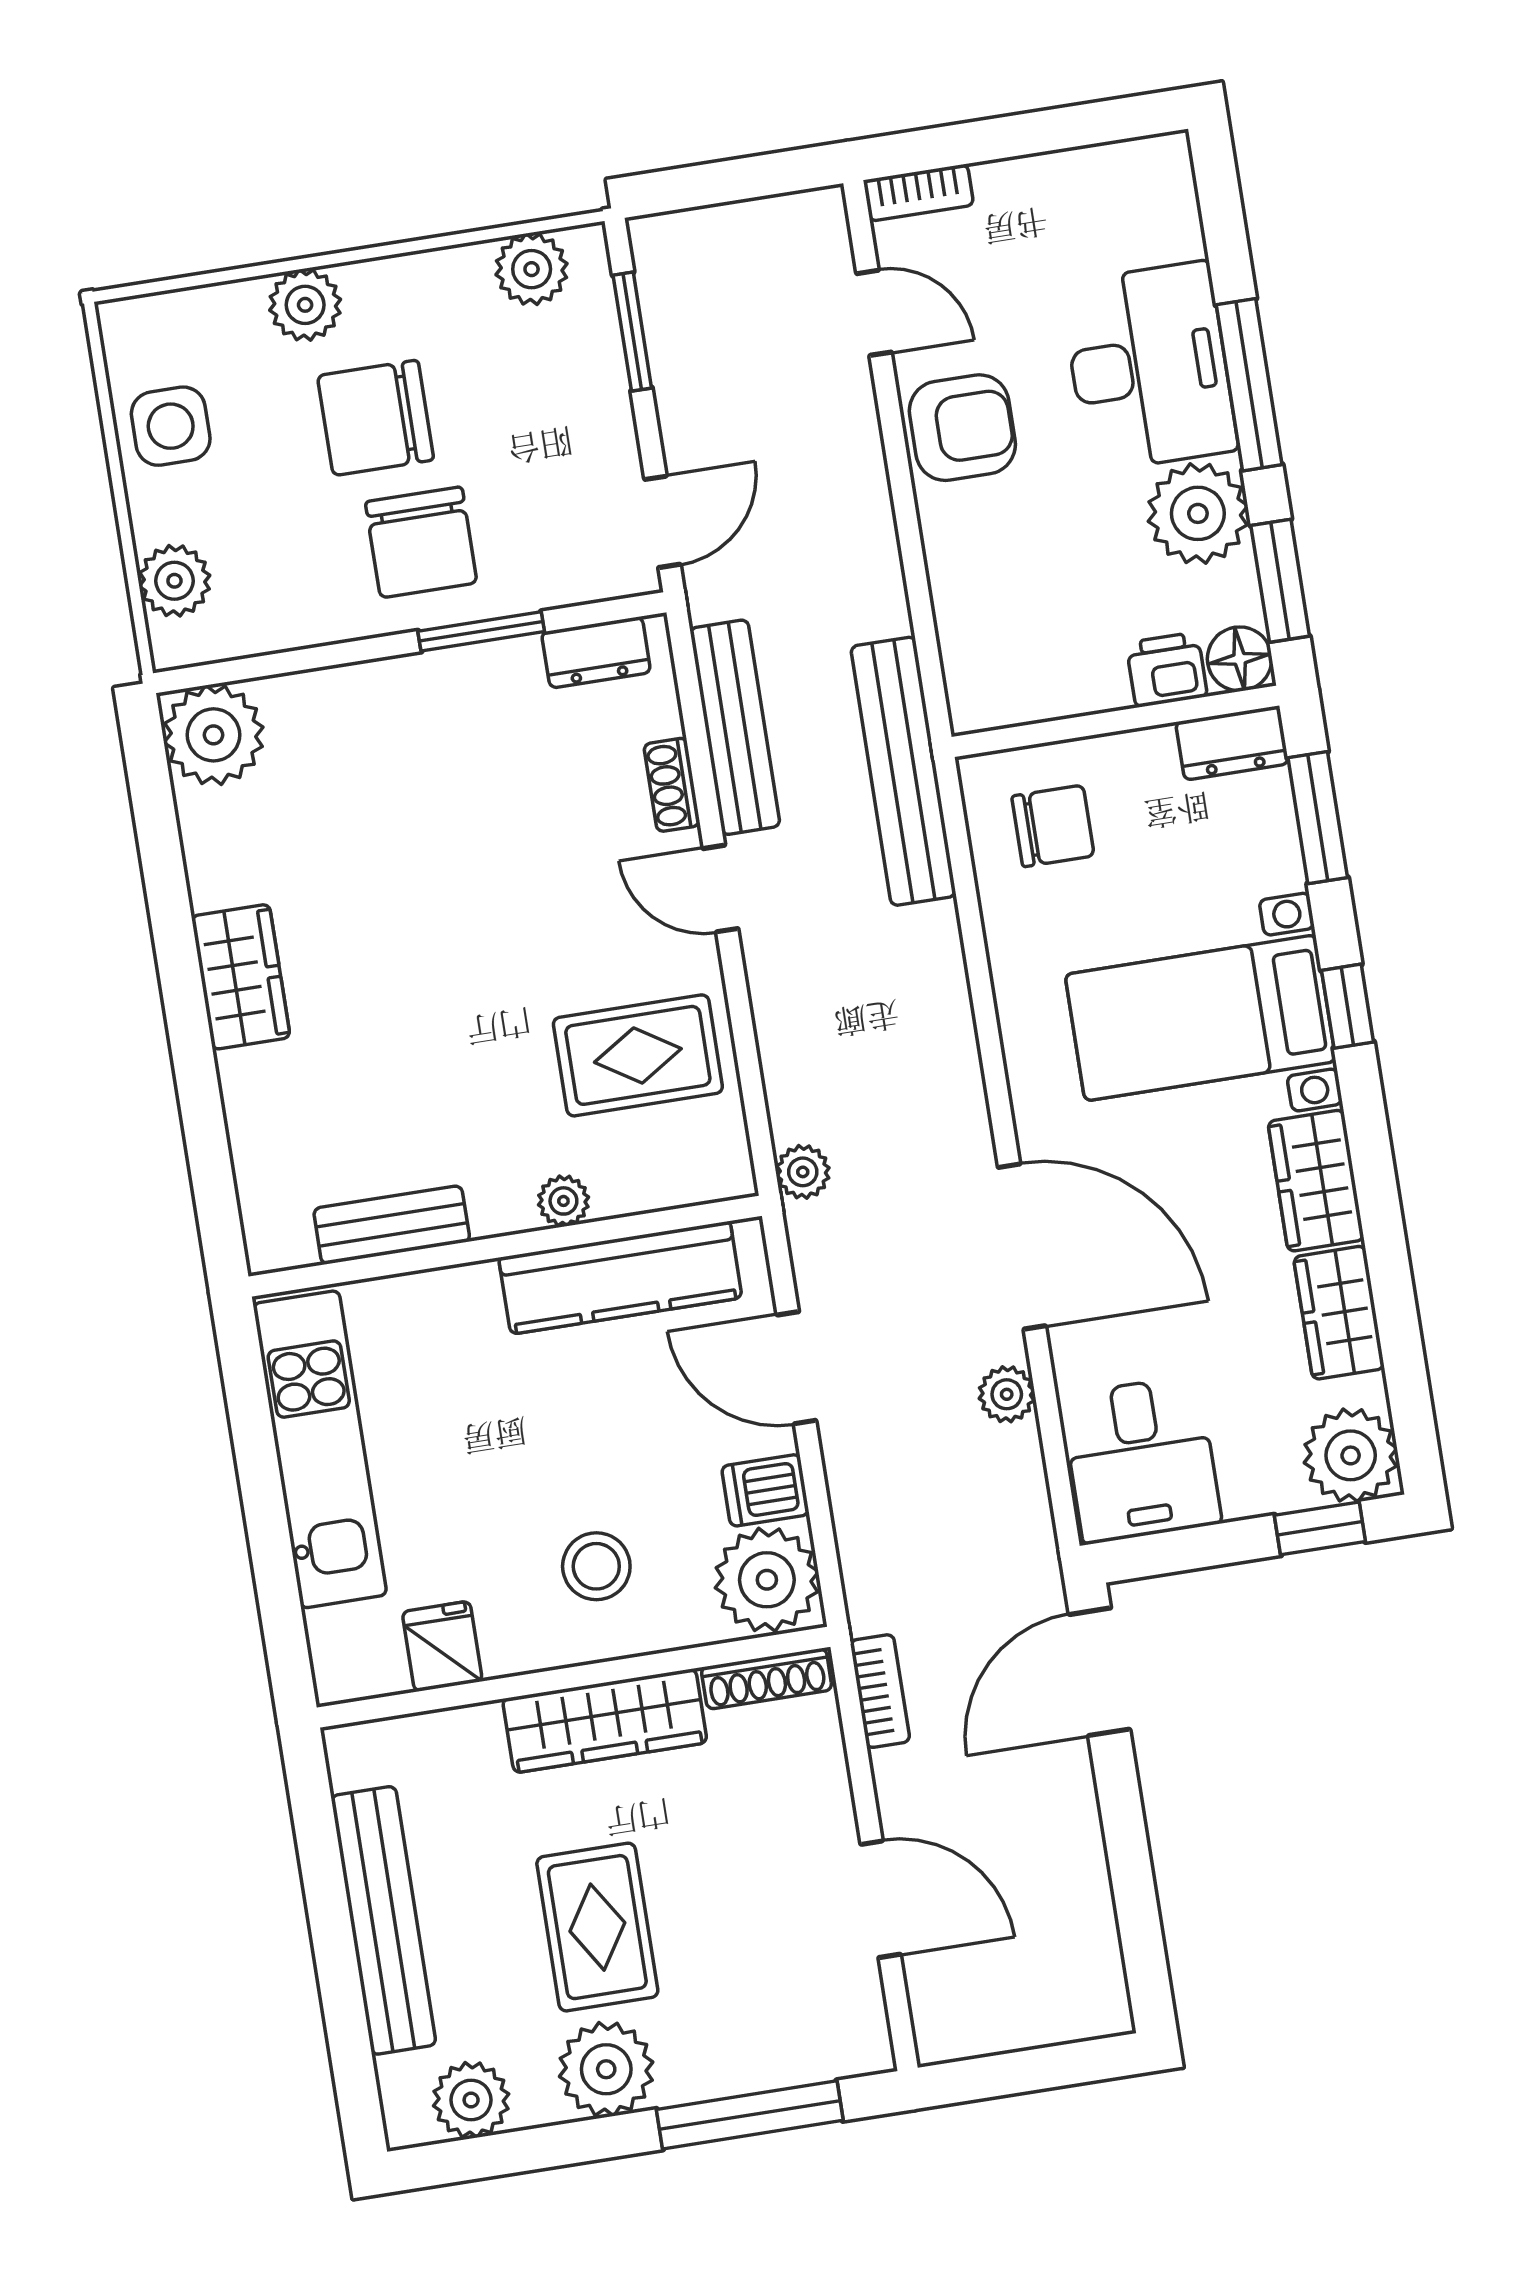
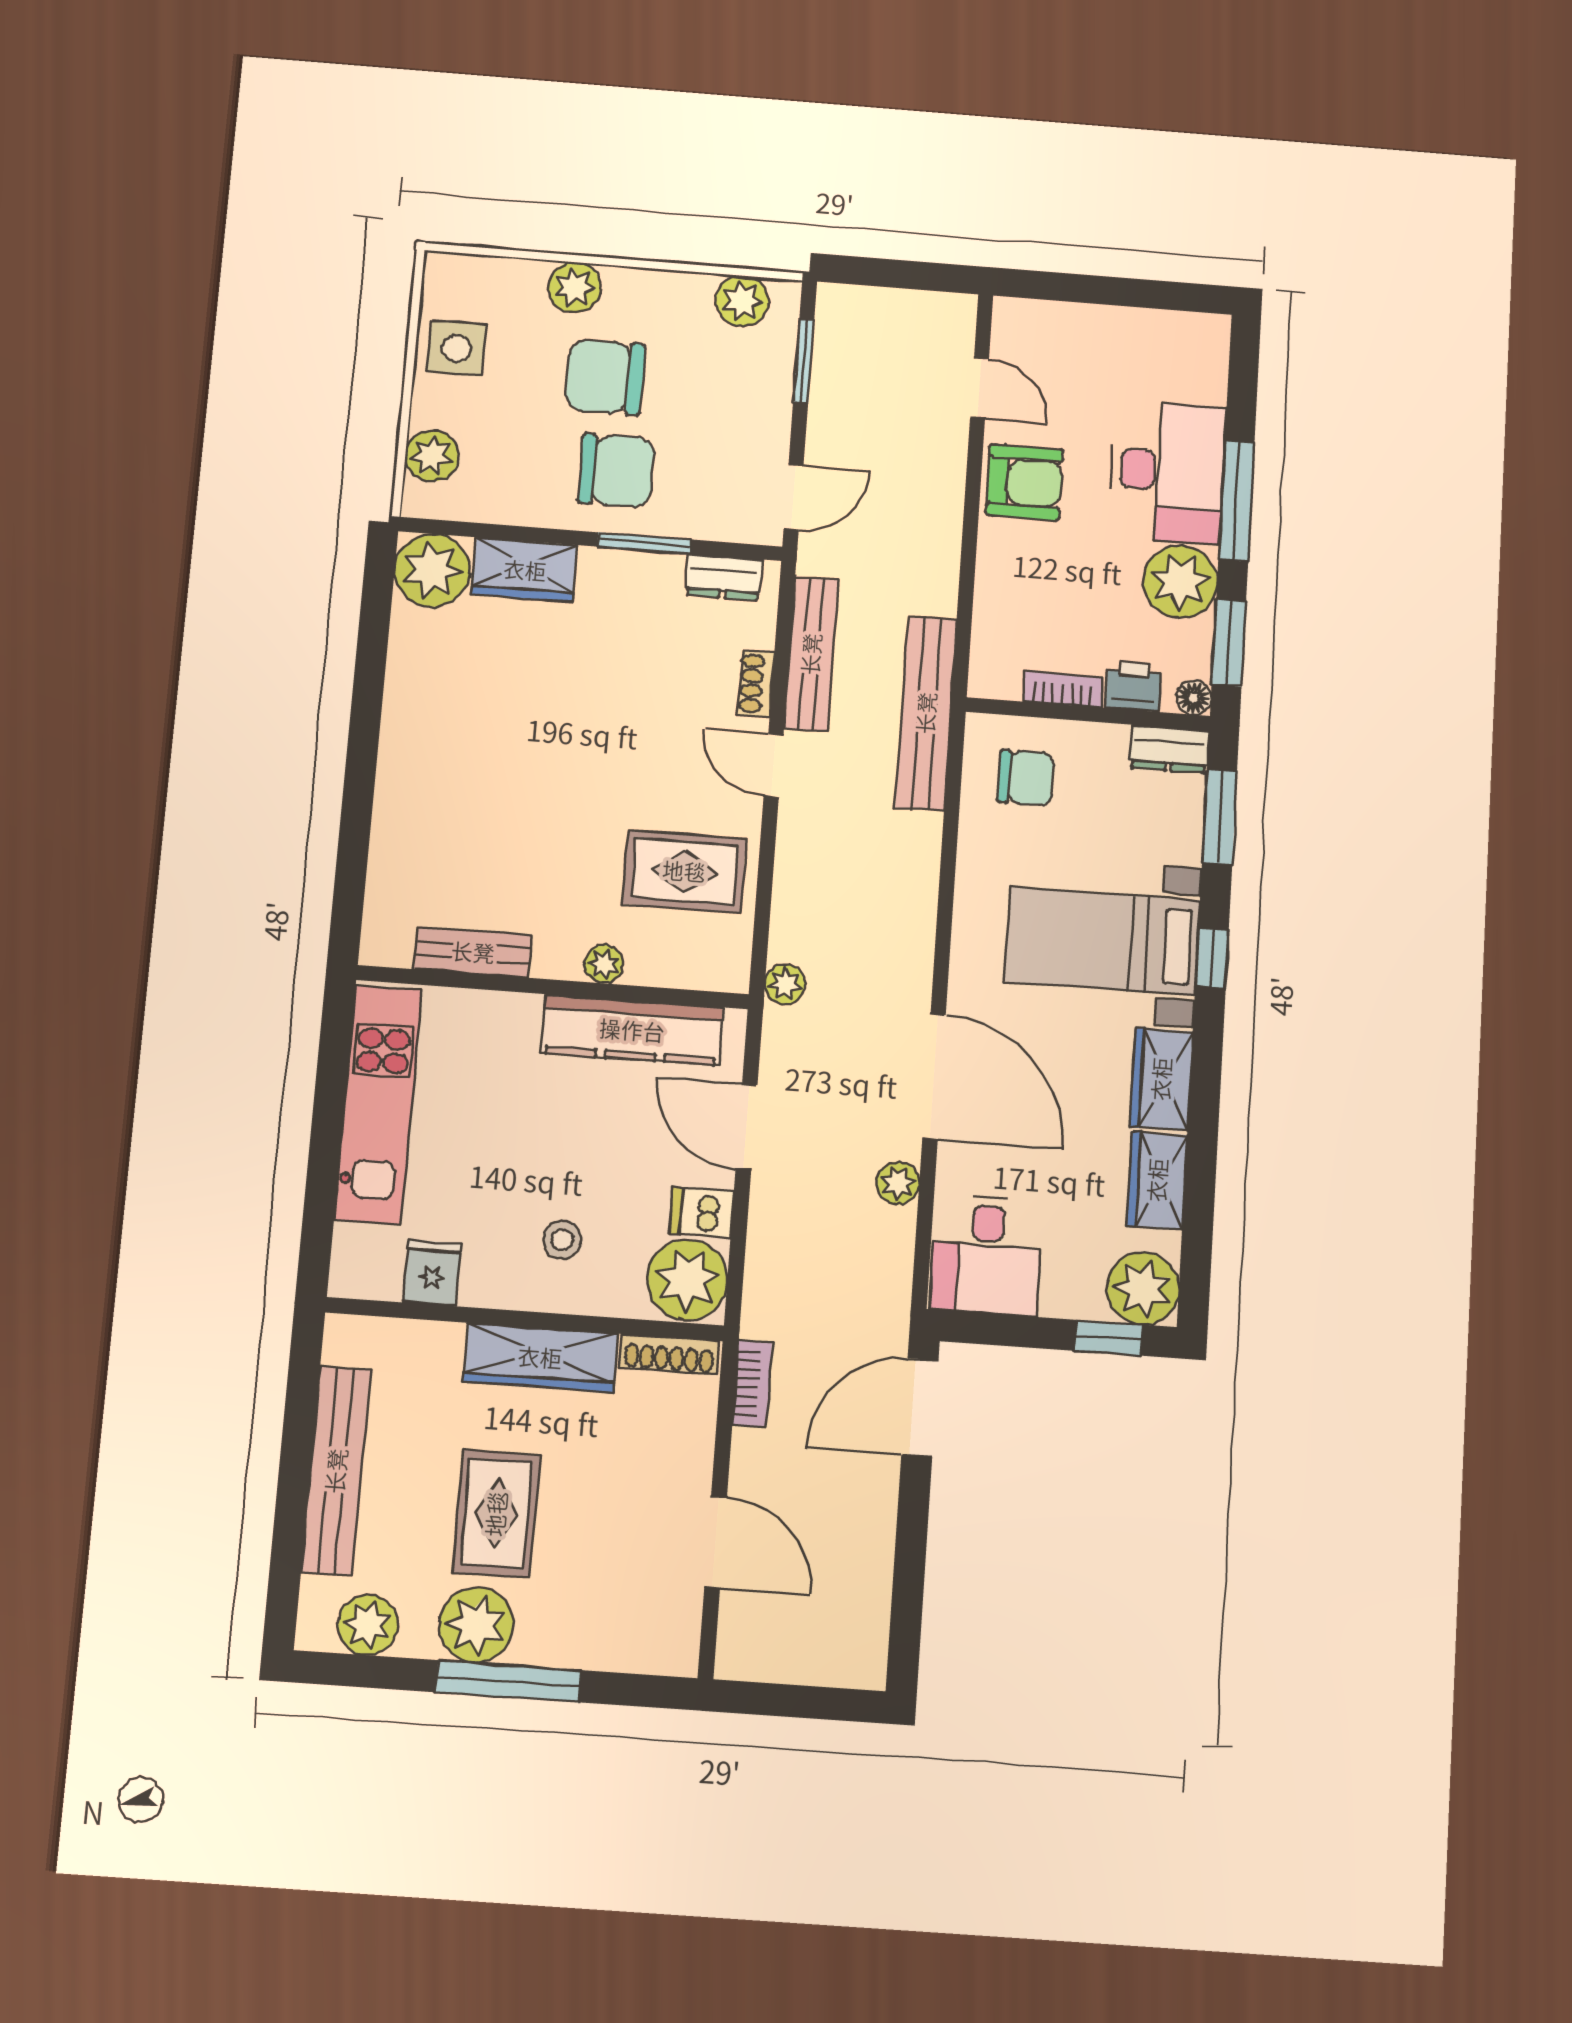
bookcase: (918, 193) -> (1063, 689), moved, turned 180
chair: (421, 542) -> (616, 471), turned -90
floor lamp: (1240, 659) -> (1194, 698), width x0.73, depth x0.73
wardrobe: (241, 977) -> (525, 570), moved, turned 90
stool: (596, 1566) -> (562, 1240), width x0.73, depth x0.73
window: (750, 2115) -> (509, 1681), moved

